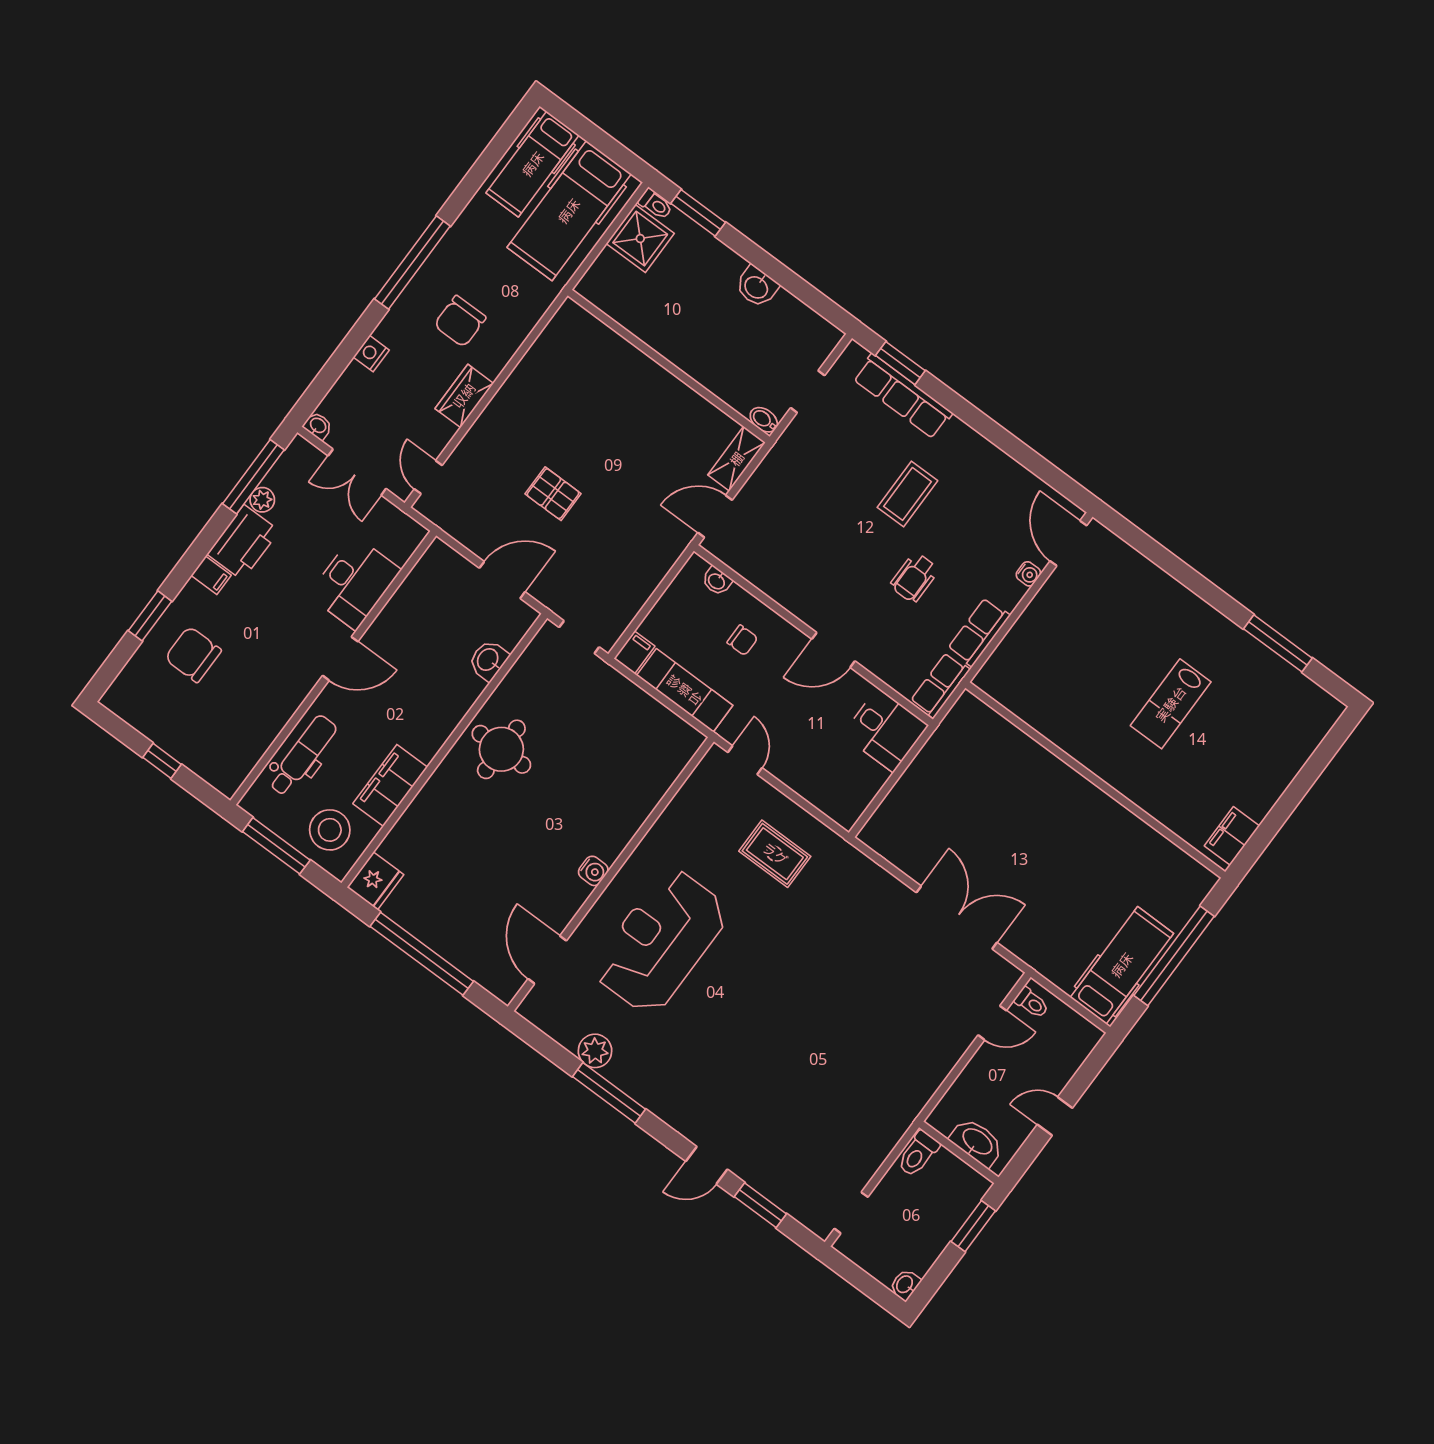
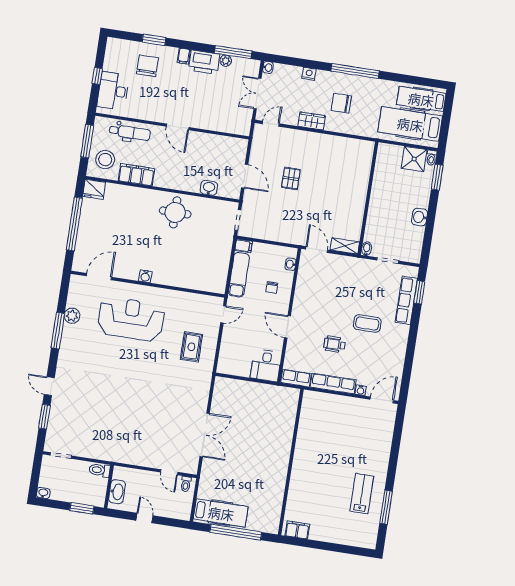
desk: (355, 583) -> (113, 91), moved, turned 90
row of seats: (979, 632) -> (333, 384), width x1.48
lab bench: (1171, 704) -> (362, 494), moved, turned 90

